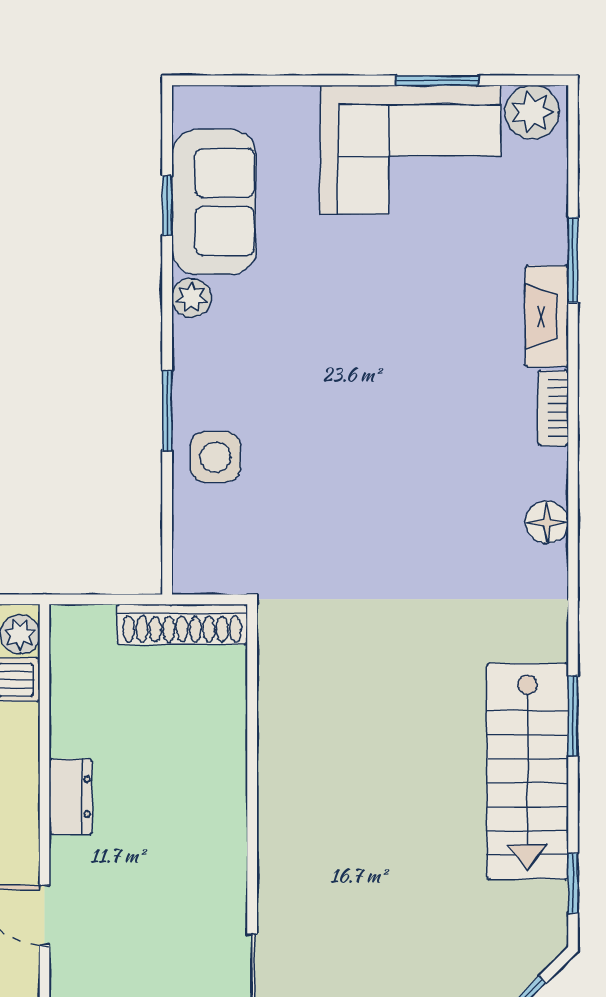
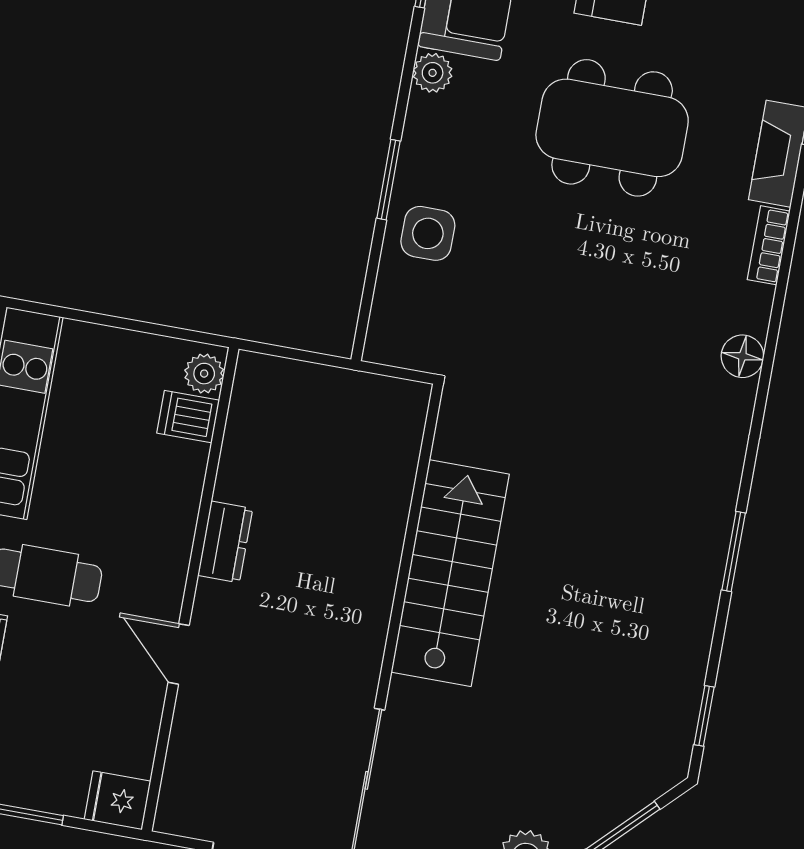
dining table: (378, 320) -> (612, 128), added
shoe rack: (182, 624) -> (365, 392), removed
stairs: (528, 771) -> (450, 573), moved, turned 180

